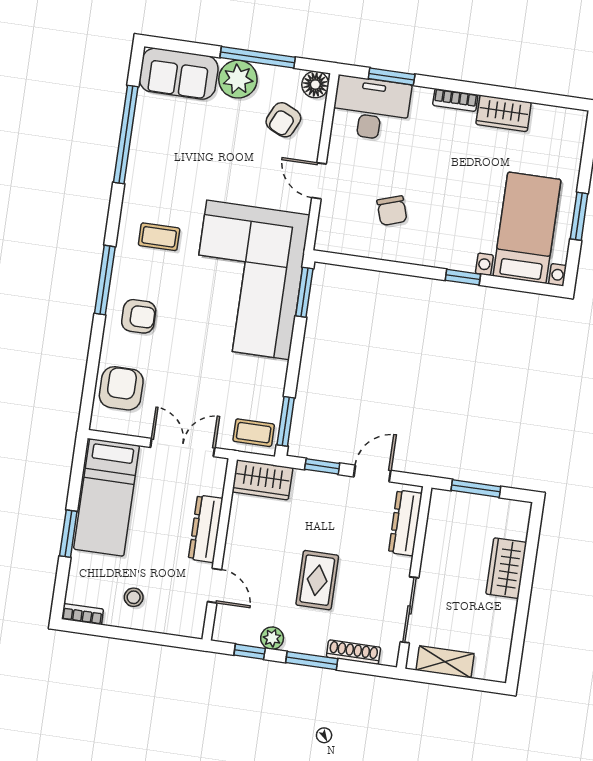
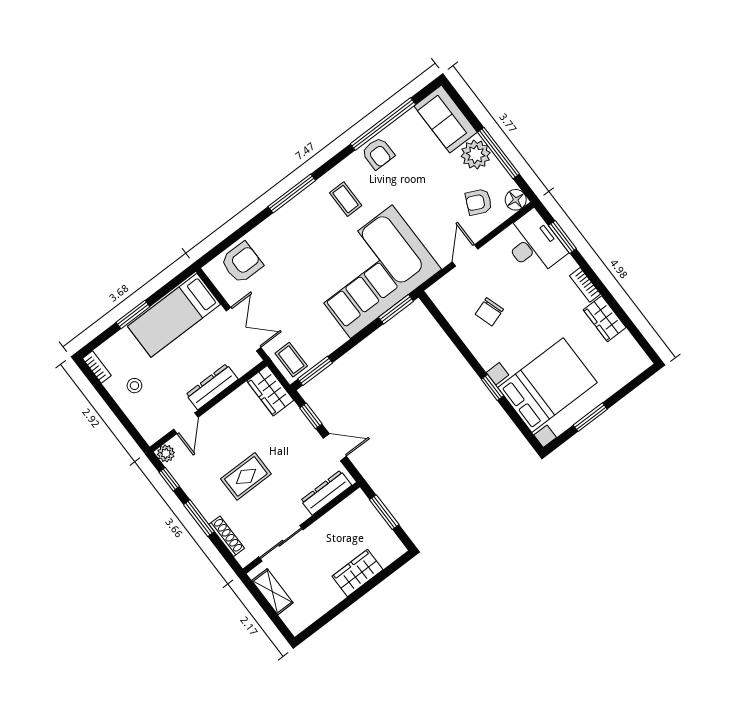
bed with nightstands: (527, 228) -> (547, 385), width x1.36
armchair: (139, 316) -> (378, 153), moved
plant: (272, 638) -> (166, 453), moved

